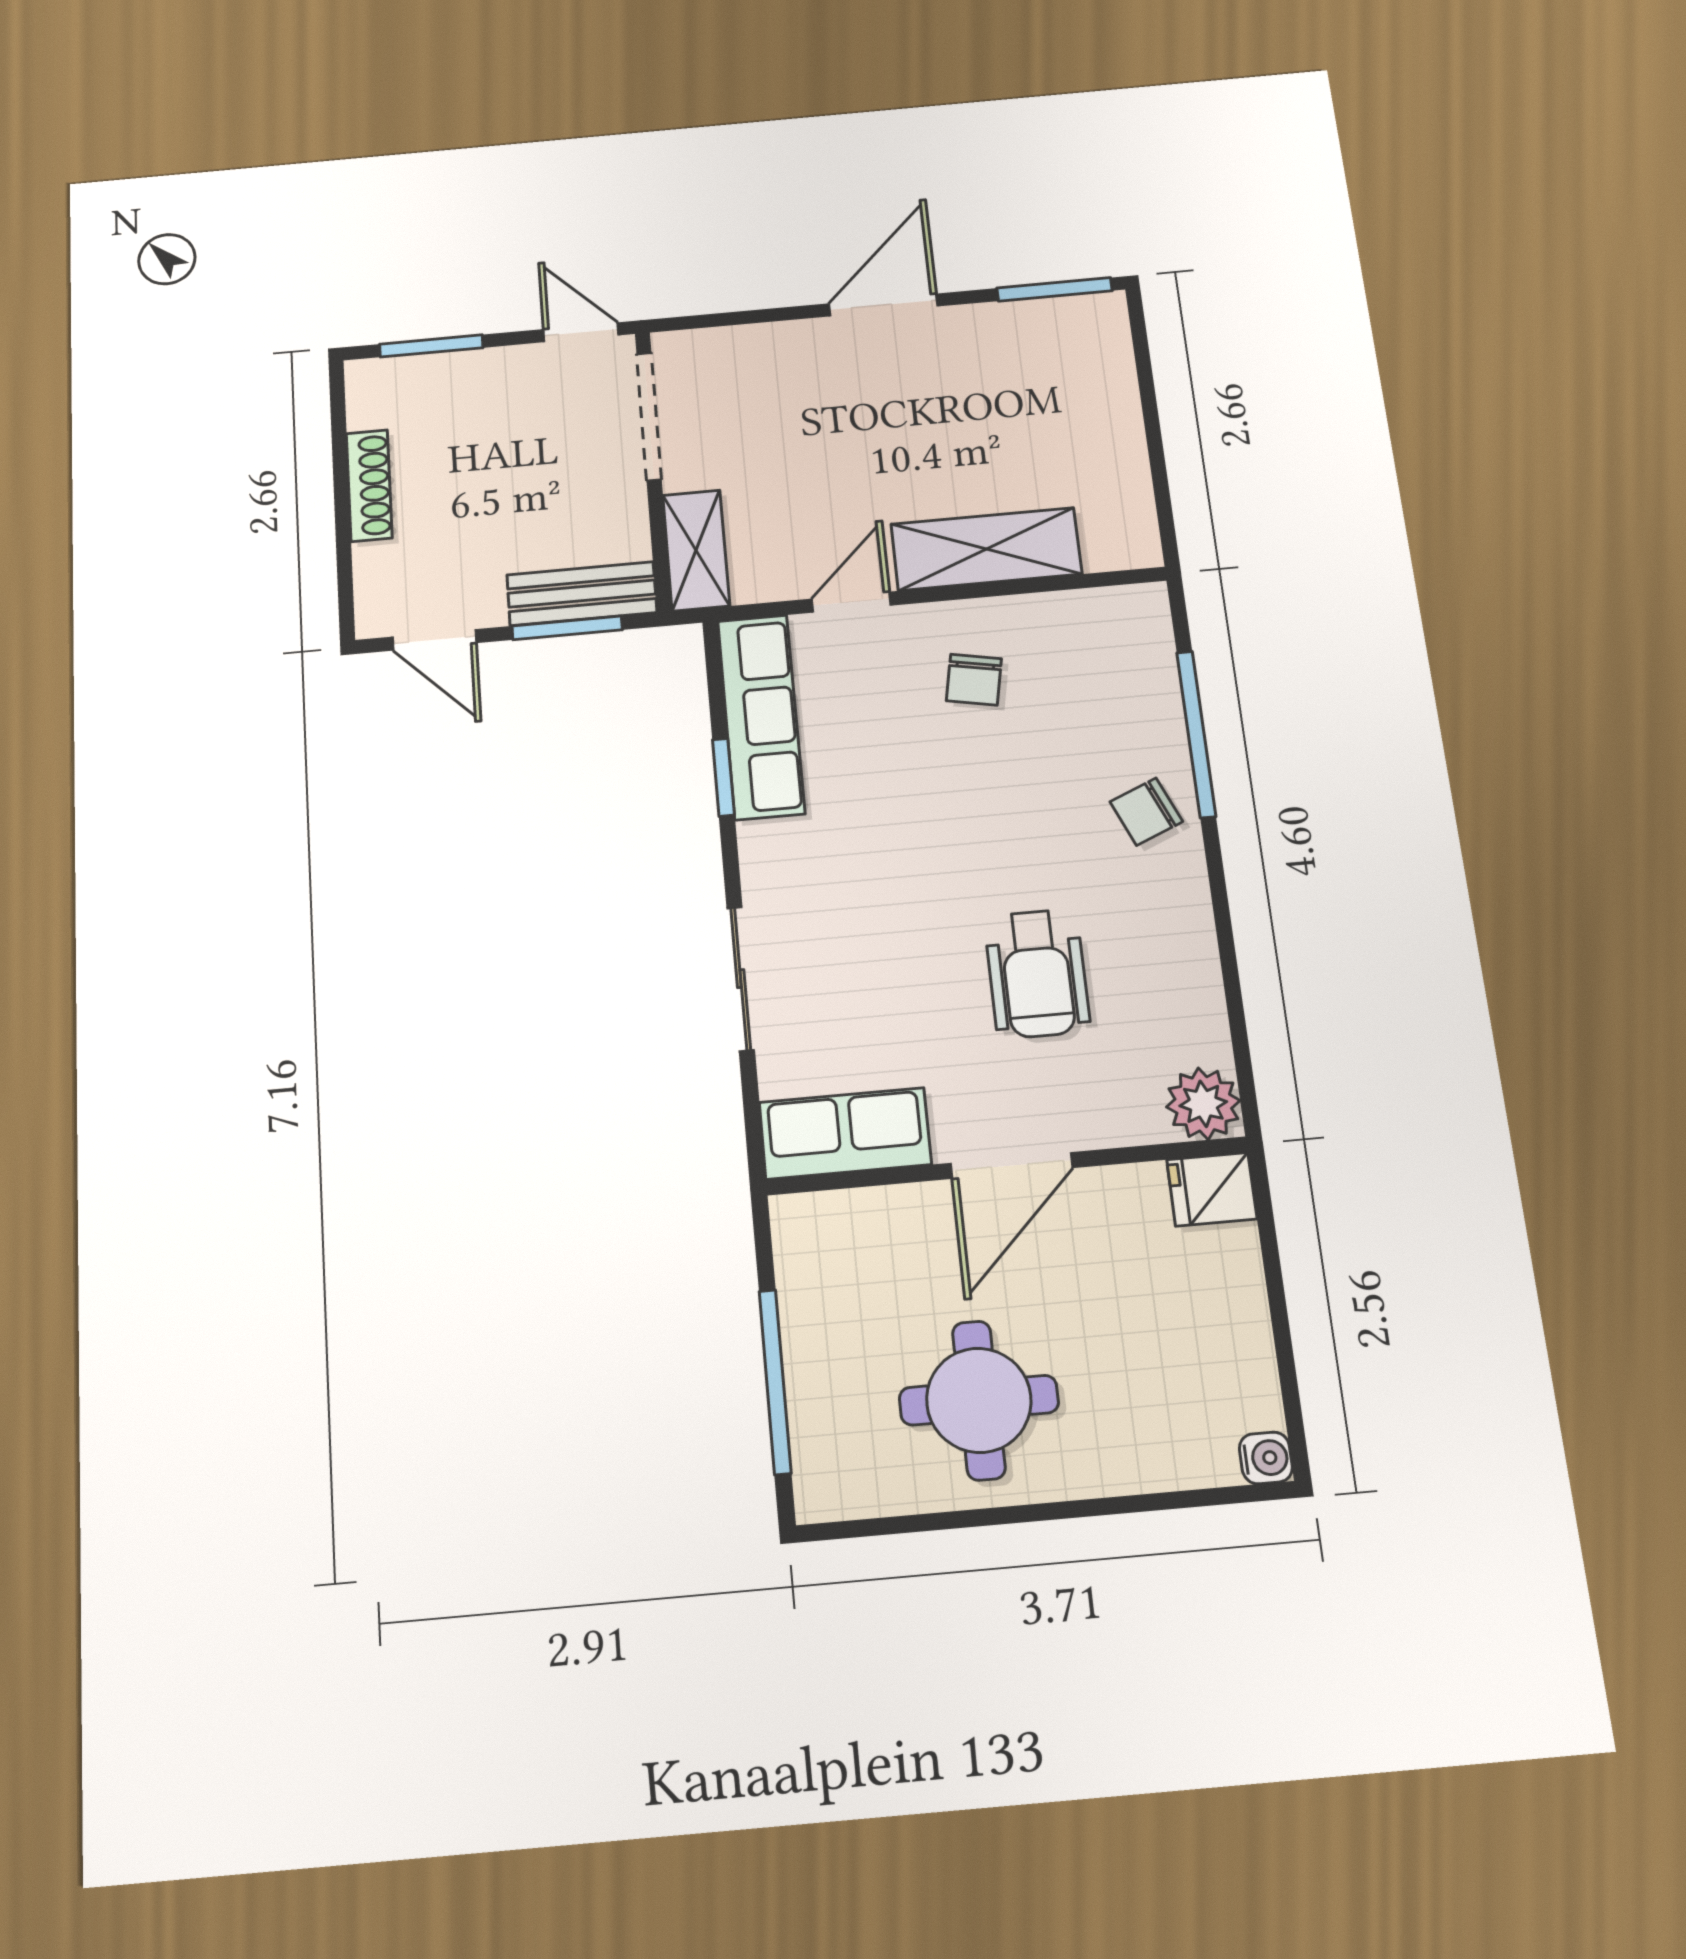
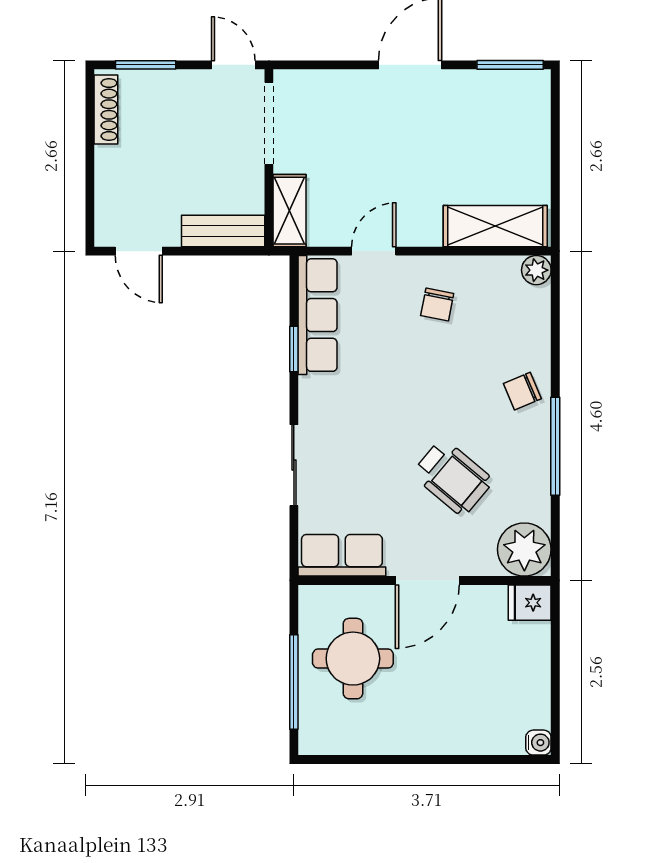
shoe rack: (369, 486) -> (106, 109), moved
shelving: (986, 549) -> (495, 226), moved
plant: (1144, 607) -> (536, 270), added
window: (567, 628) -> (214, 251), removed
window: (1196, 734) -> (555, 446), moved
wheelchair: (1037, 974) -> (453, 477), turned -50
plant: (1203, 1104) -> (524, 549), width x1.36, depth x1.36
round table: (979, 1400) -> (353, 659), moved

